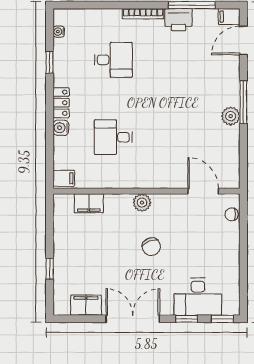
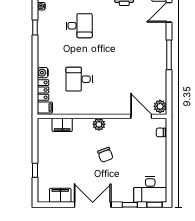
locker: (61, 103) -> (43, 90), moved
plant: (231, 116) -> (160, 106), moved
desk: (198, 297) -> (150, 189), moved

